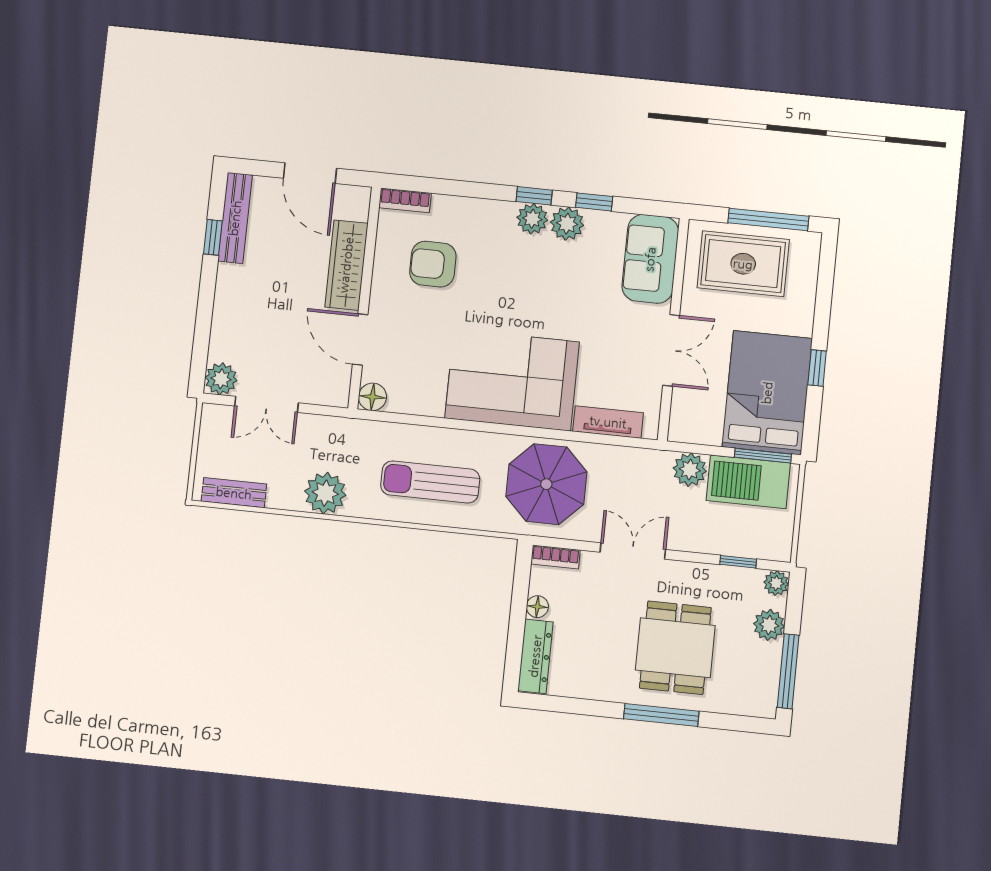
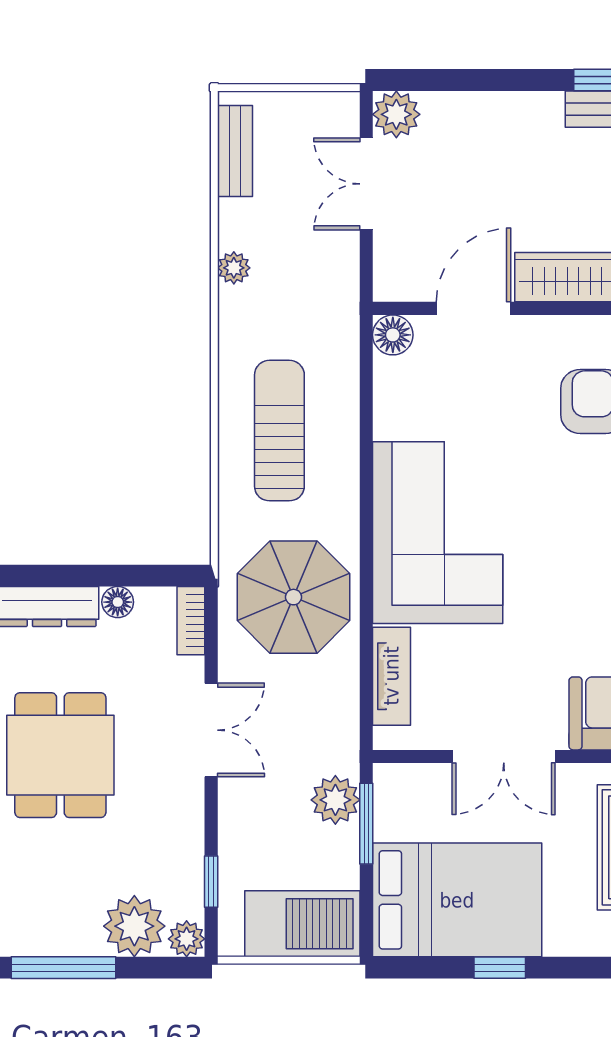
window: (763, 456) -> (366, 824), moved
barbecue: (748, 482) -> (302, 924), moved, turned 90
plant: (325, 493) -> (234, 268), width x0.53, depth x0.53
plant: (769, 625) -> (134, 926), width x1.36, depth x1.36
dining table: (675, 648) -> (60, 755), moved, turned 90

